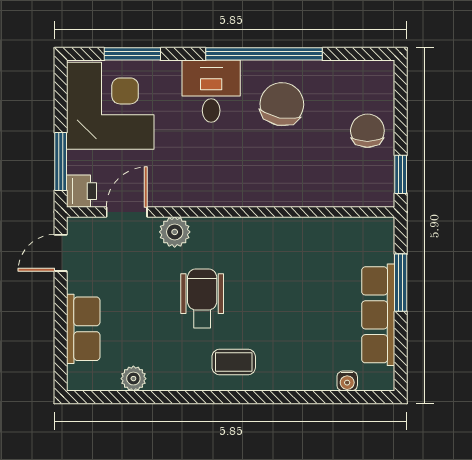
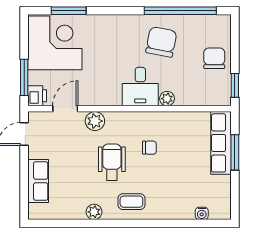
window: (264, 54) -> (180, 11), moved
desk: (211, 91) -> (140, 87), moved, turned 180
plant: (291, 196) -> (167, 99), added
chair: (263, 275) -> (149, 148), added
row of seats: (378, 315) -> (221, 143), moved
plant: (133, 379) -> (94, 212), moved

